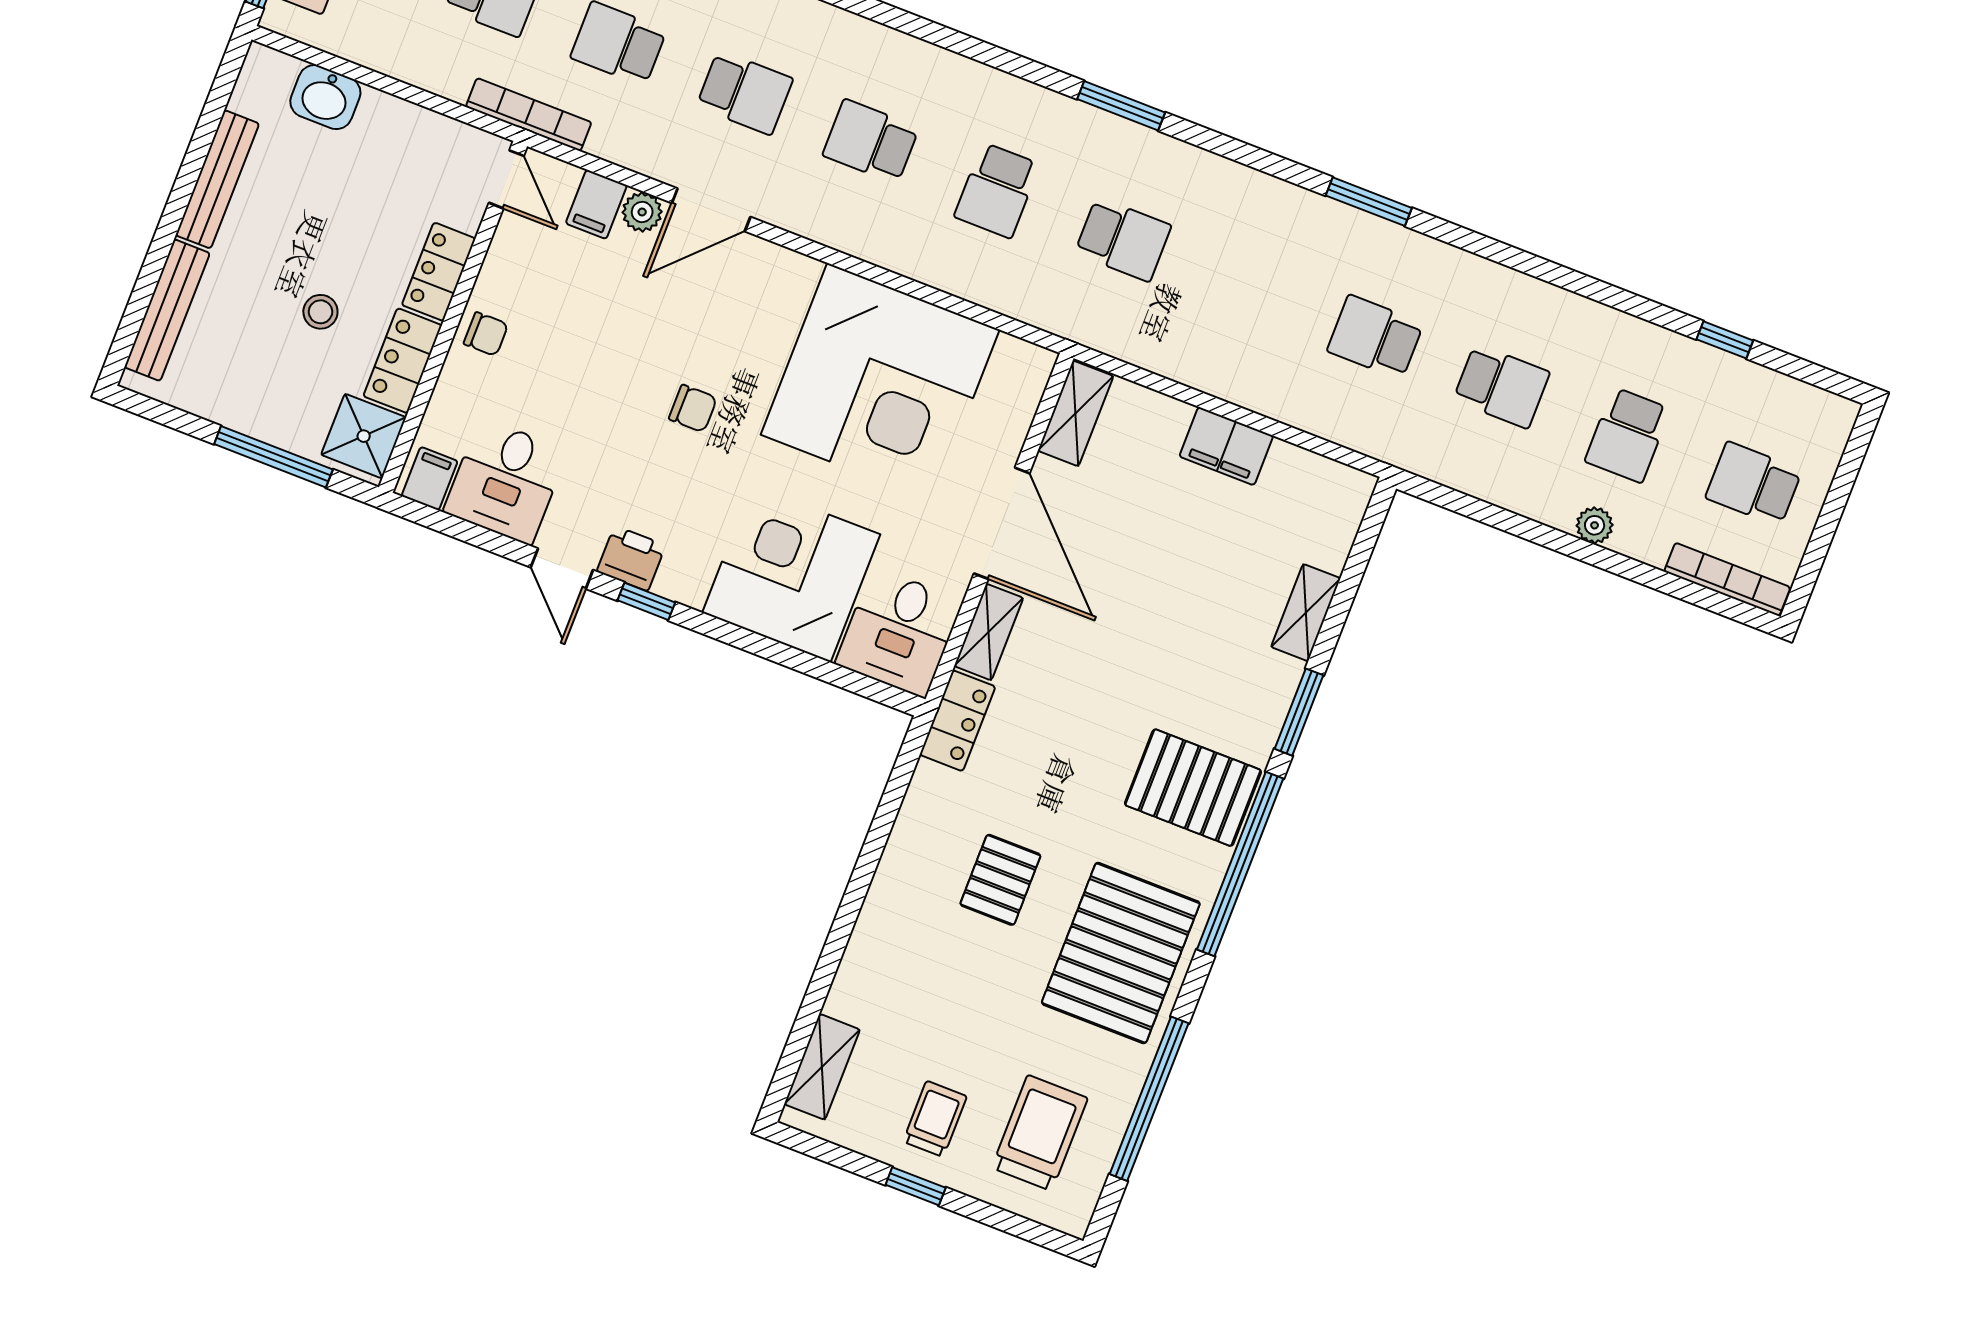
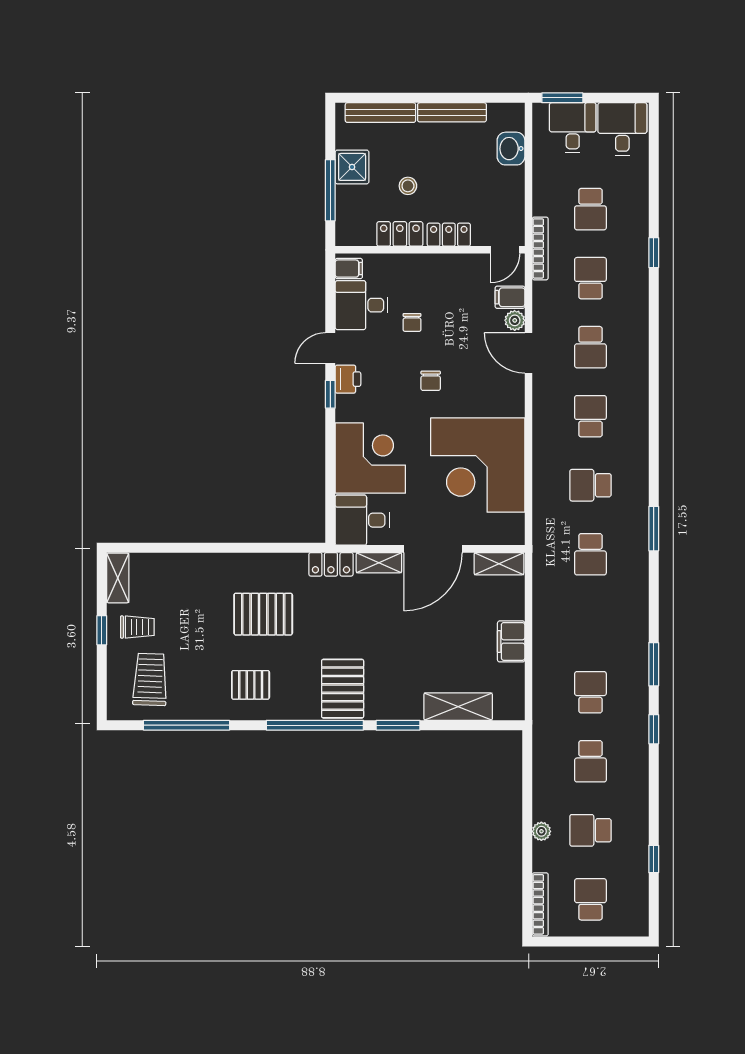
window: (1488, 248) -> (654, 729), added
chair: (486, 334) -> (412, 323), moved
shower: (364, 436) -> (352, 167), moved
shelving: (1306, 613) -> (458, 707), width x1.50, depth x1.33
pallet: (1000, 880) -> (263, 614), width x1.50, depth x1.42
pallet: (1121, 953) -> (251, 685), width x0.49, depth x0.50
shelving: (822, 1067) -> (118, 578), moved, turned 90
trolley: (1040, 1133) -> (150, 679), turned -88

